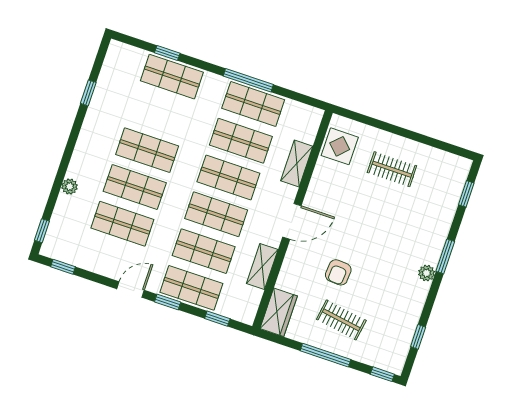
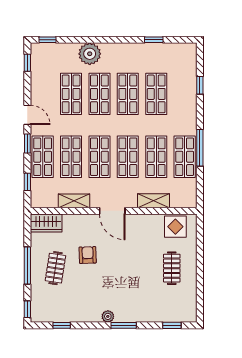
shop shelf: (172, 77) -> (156, 94), moved
plant: (70, 187) -> (90, 54), width x1.88, depth x1.88
armchair: (338, 272) -> (88, 255), turned 84

